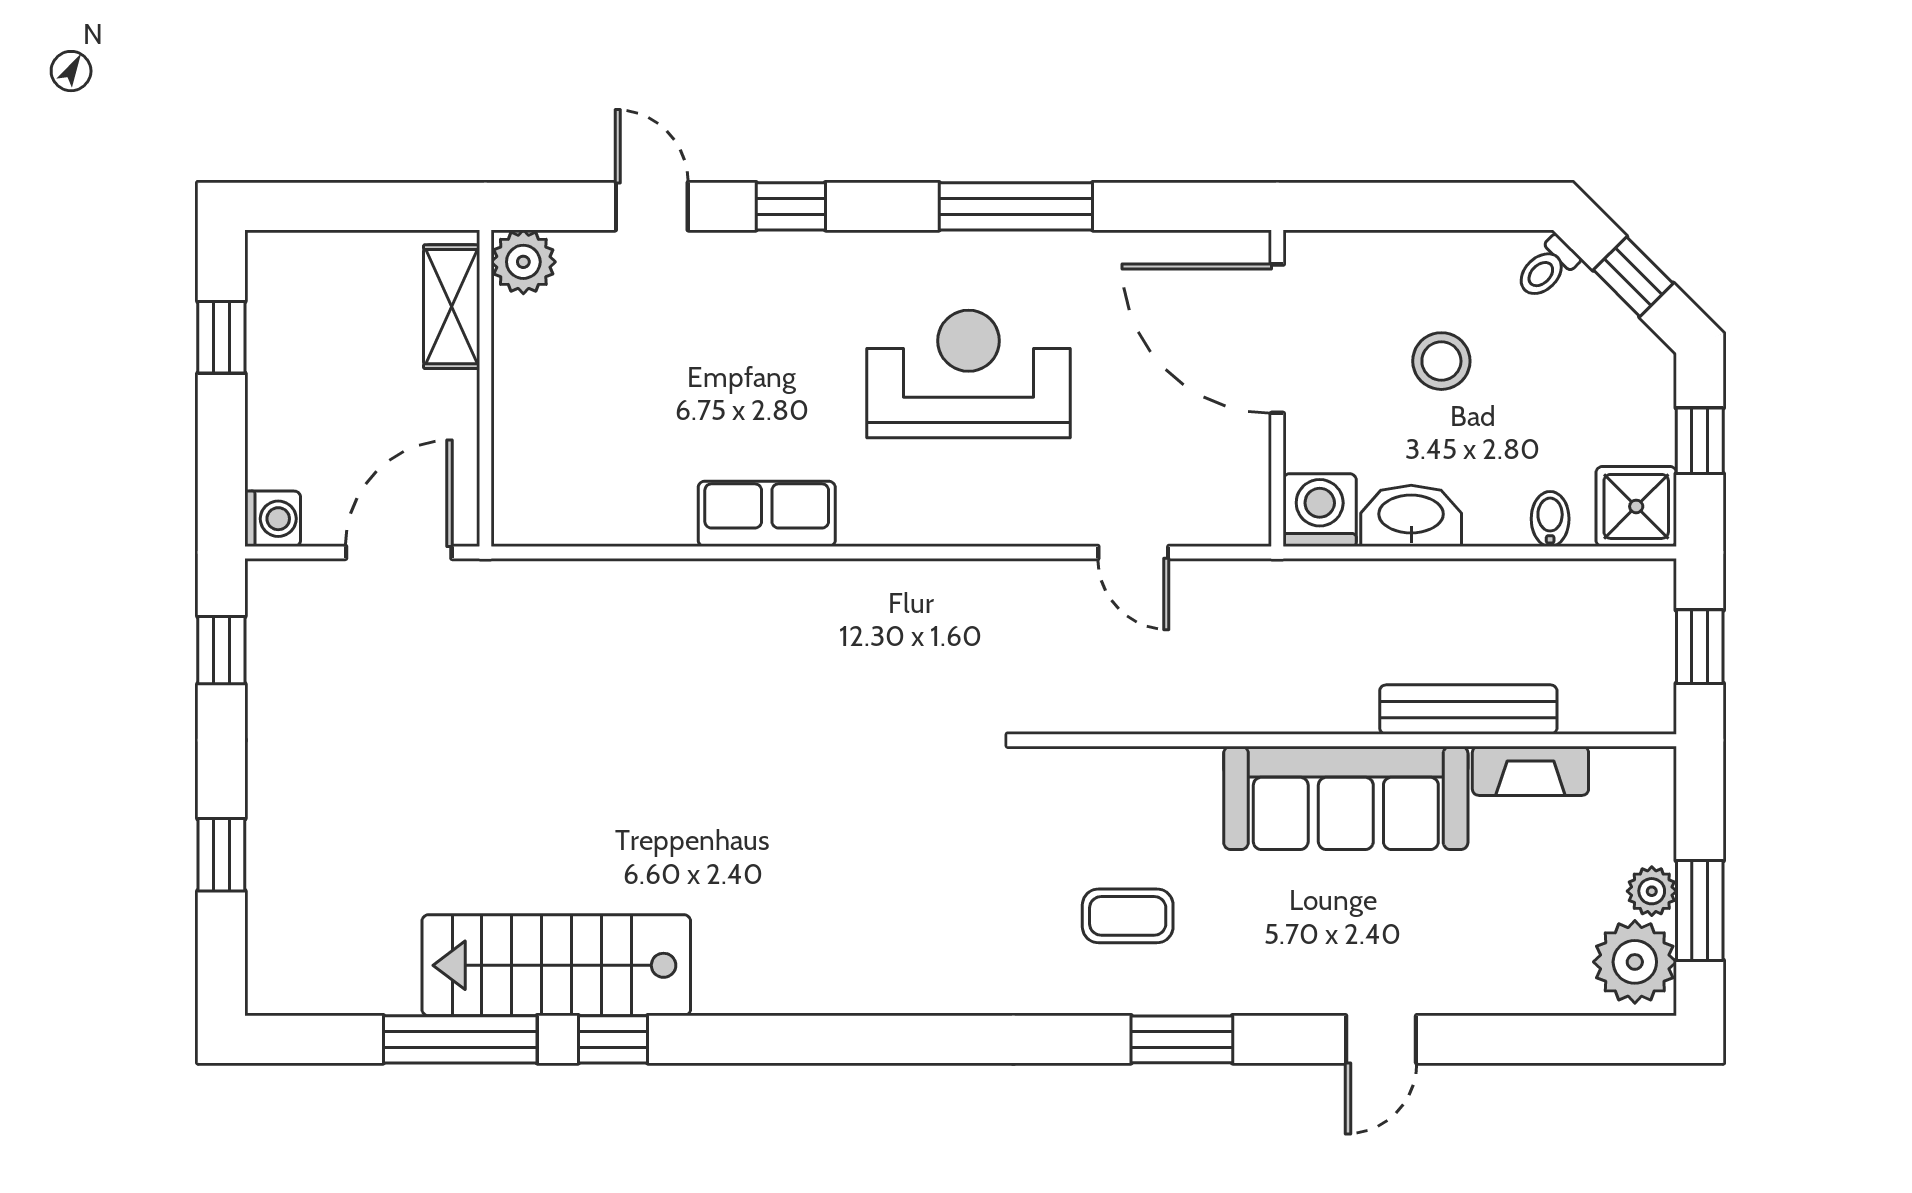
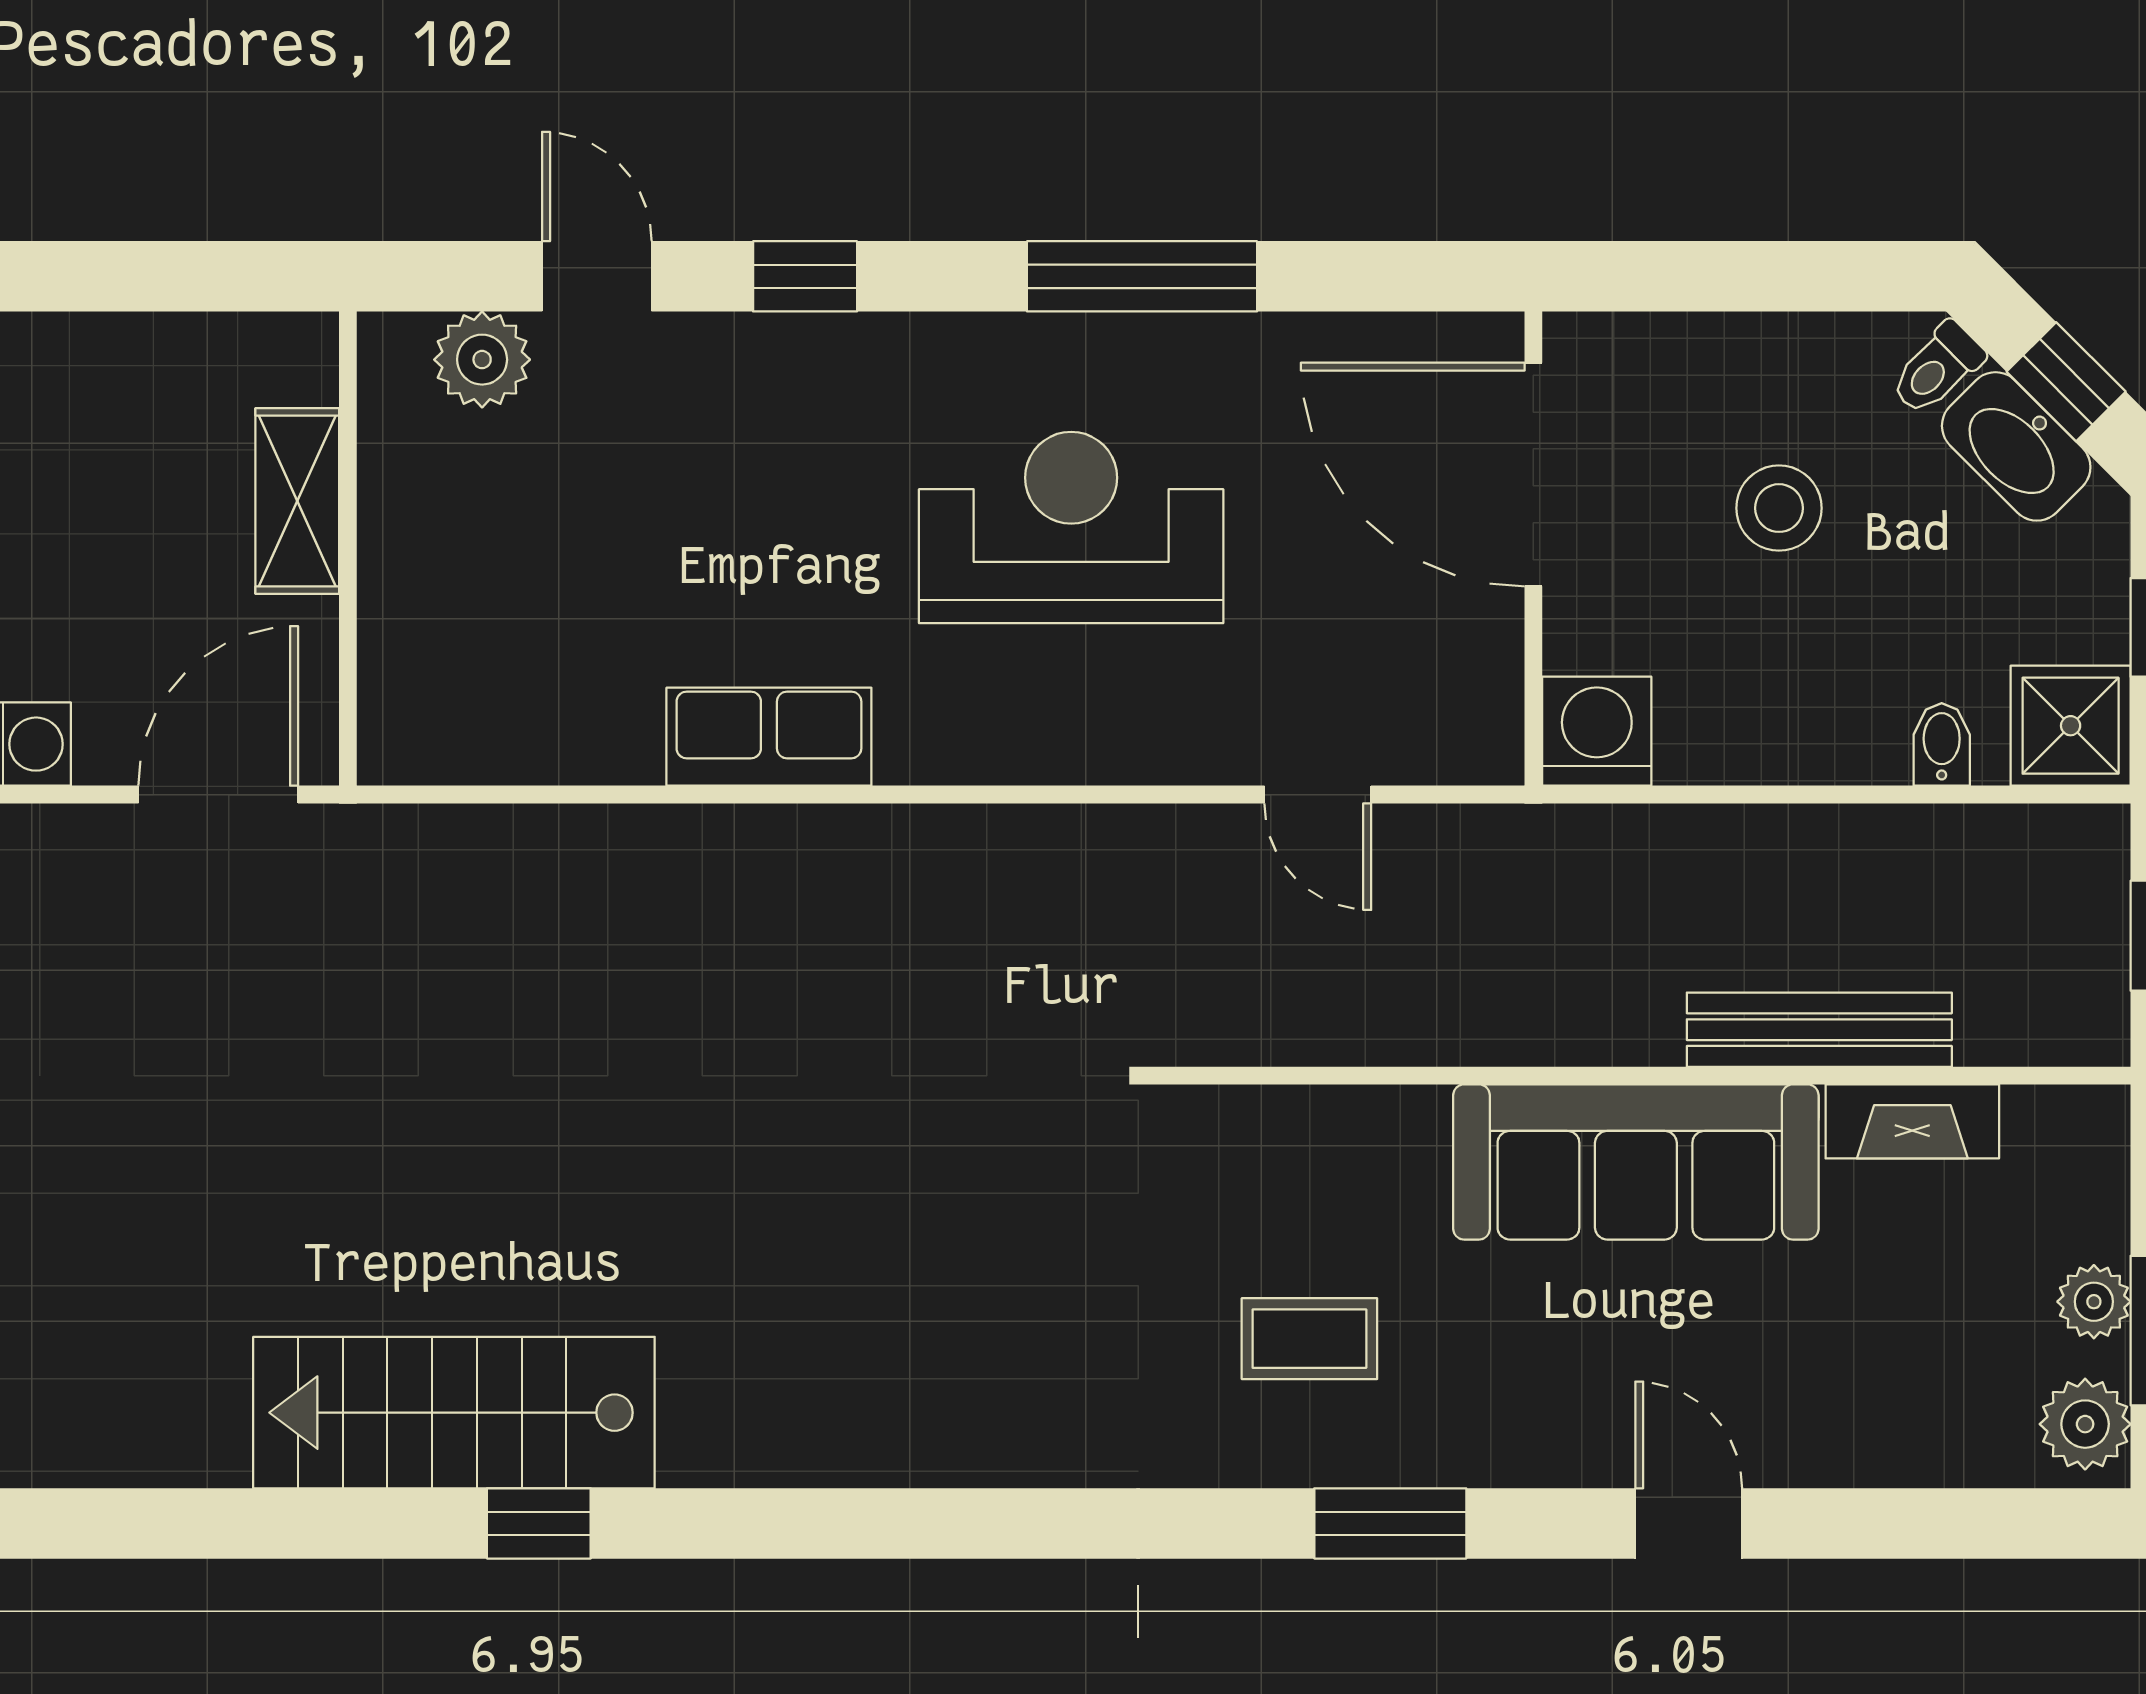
plant: (523, 262) -> (482, 360), moved
shelving: (452, 307) -> (297, 501), moved
washbasin: (1411, 516) -> (2016, 446), moved, turned -135
plant: (1635, 962) -> (2085, 1424), width x0.73, depth x0.73
window: (460, 1039) -> (310, 1523), removed
door: (1381, 1039) -> (1689, 1523), swing flipped

